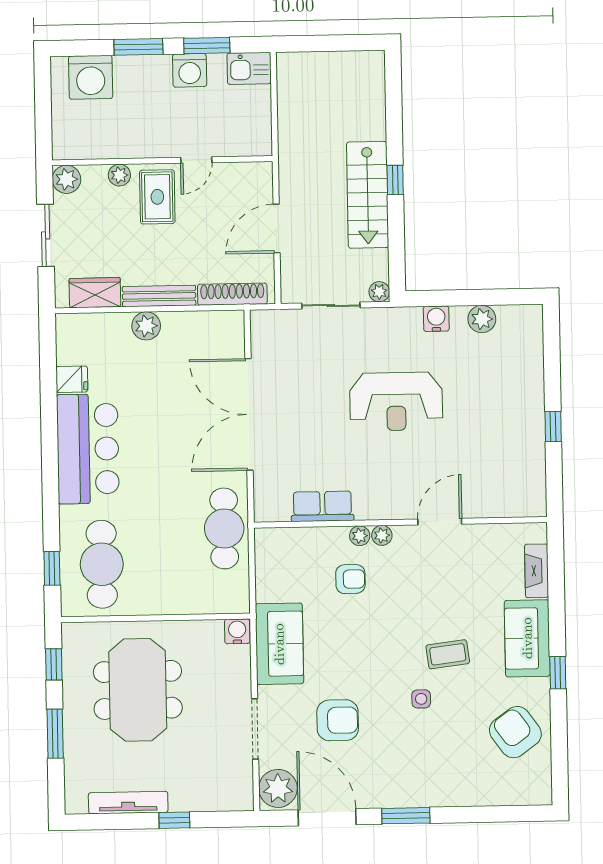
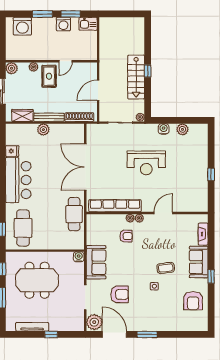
row of seats: (322, 506) -> (115, 206), width x2.02
meeting table: (138, 690) -> (37, 280), turned 90
armchair: (515, 732) -> (193, 301), turned -144

